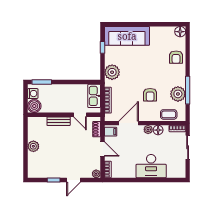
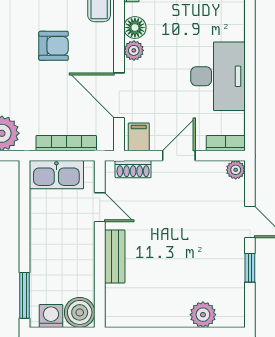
door: (80, 115) -> (100, 207), hinge flipped
plant: (33, 146) -> (203, 315), moved
desk: (151, 166) -> (218, 76), moved

